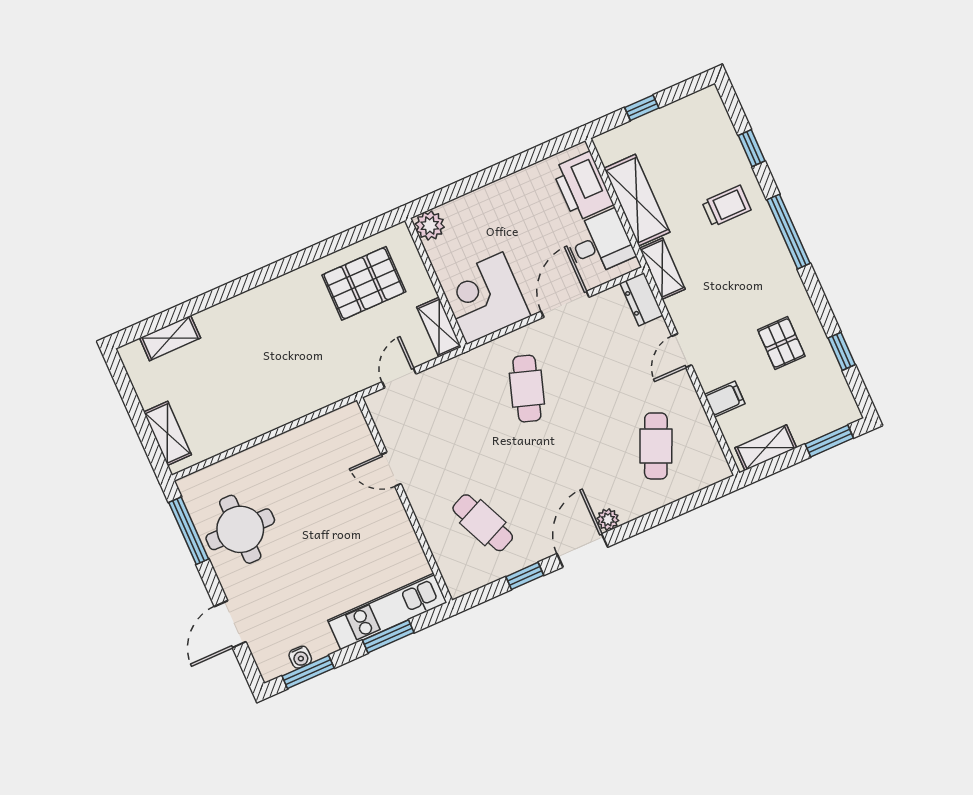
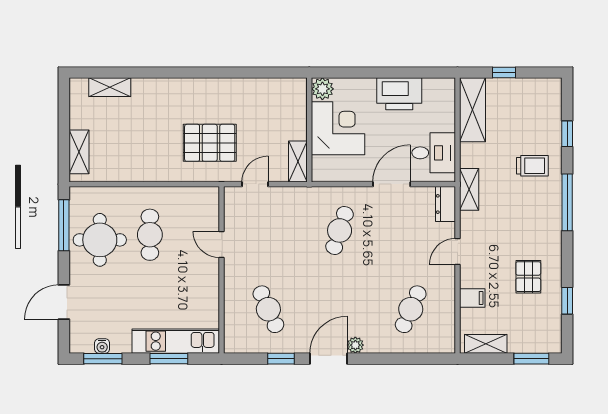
printer: (583, 186) -> (399, 94), moved, turned -90
shelving: (637, 200) -> (472, 110), moved
pallet: (364, 283) -> (210, 143), moved
corner desk: (485, 298) -> (338, 128), moved, turned 90
cafe table: (298, 496) -> (150, 235), added

